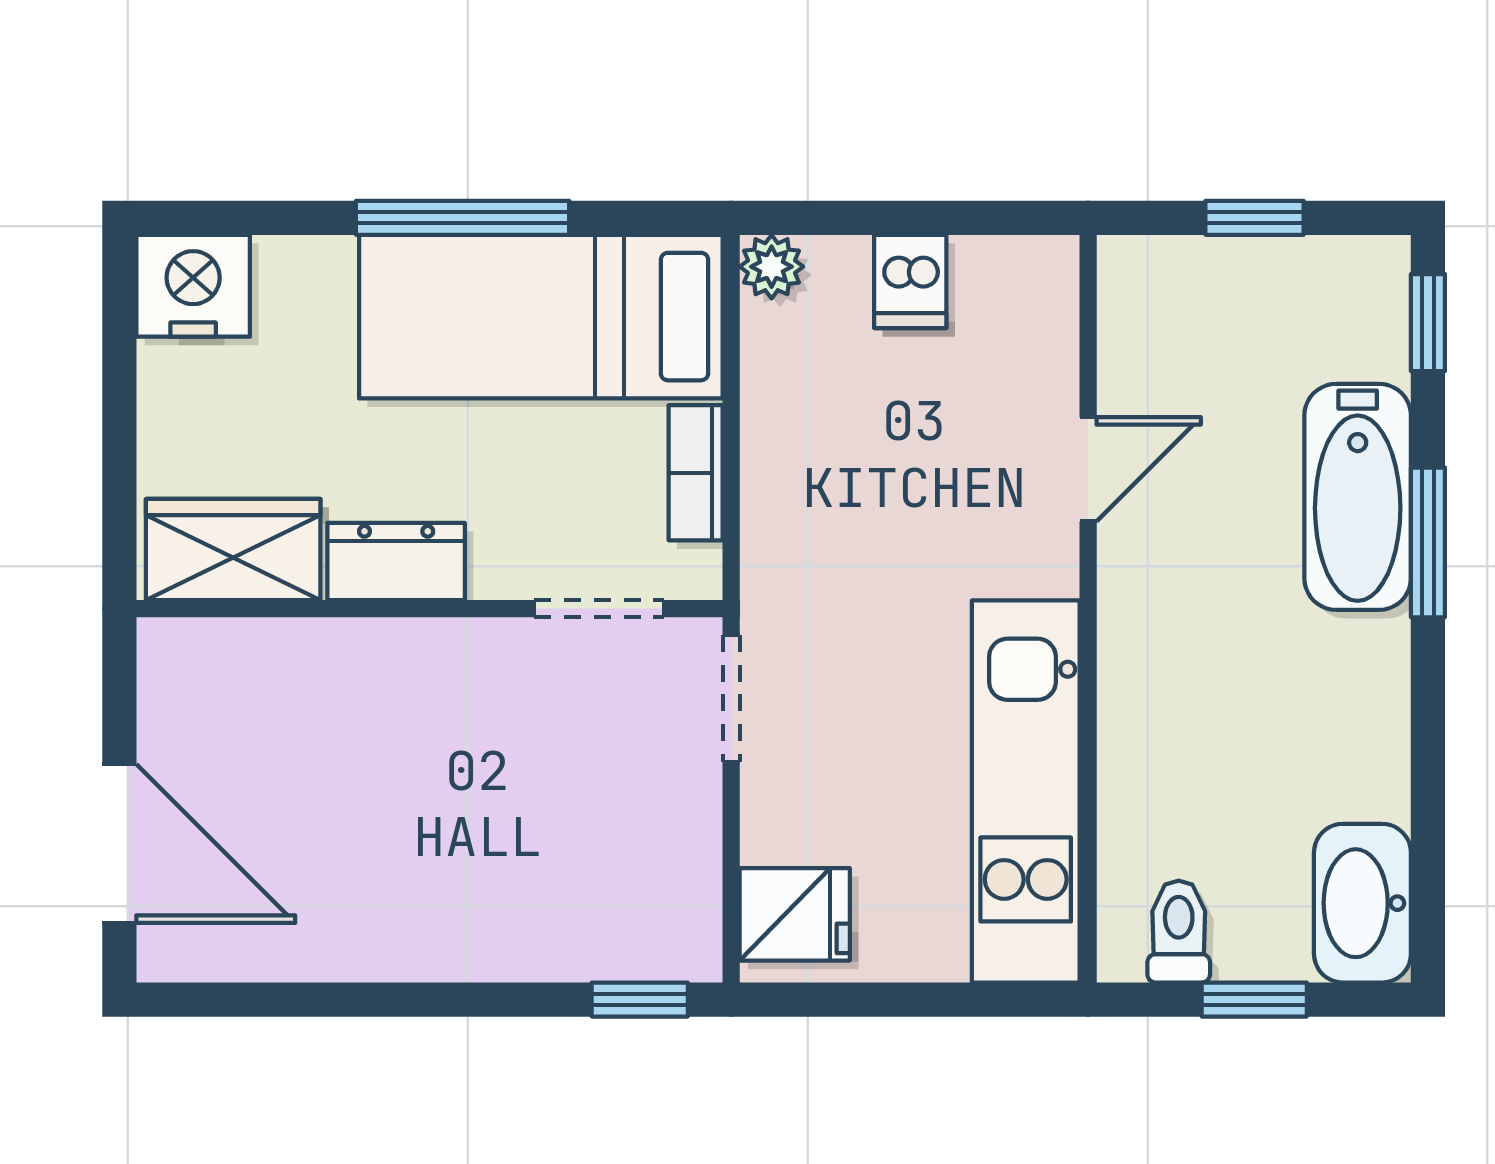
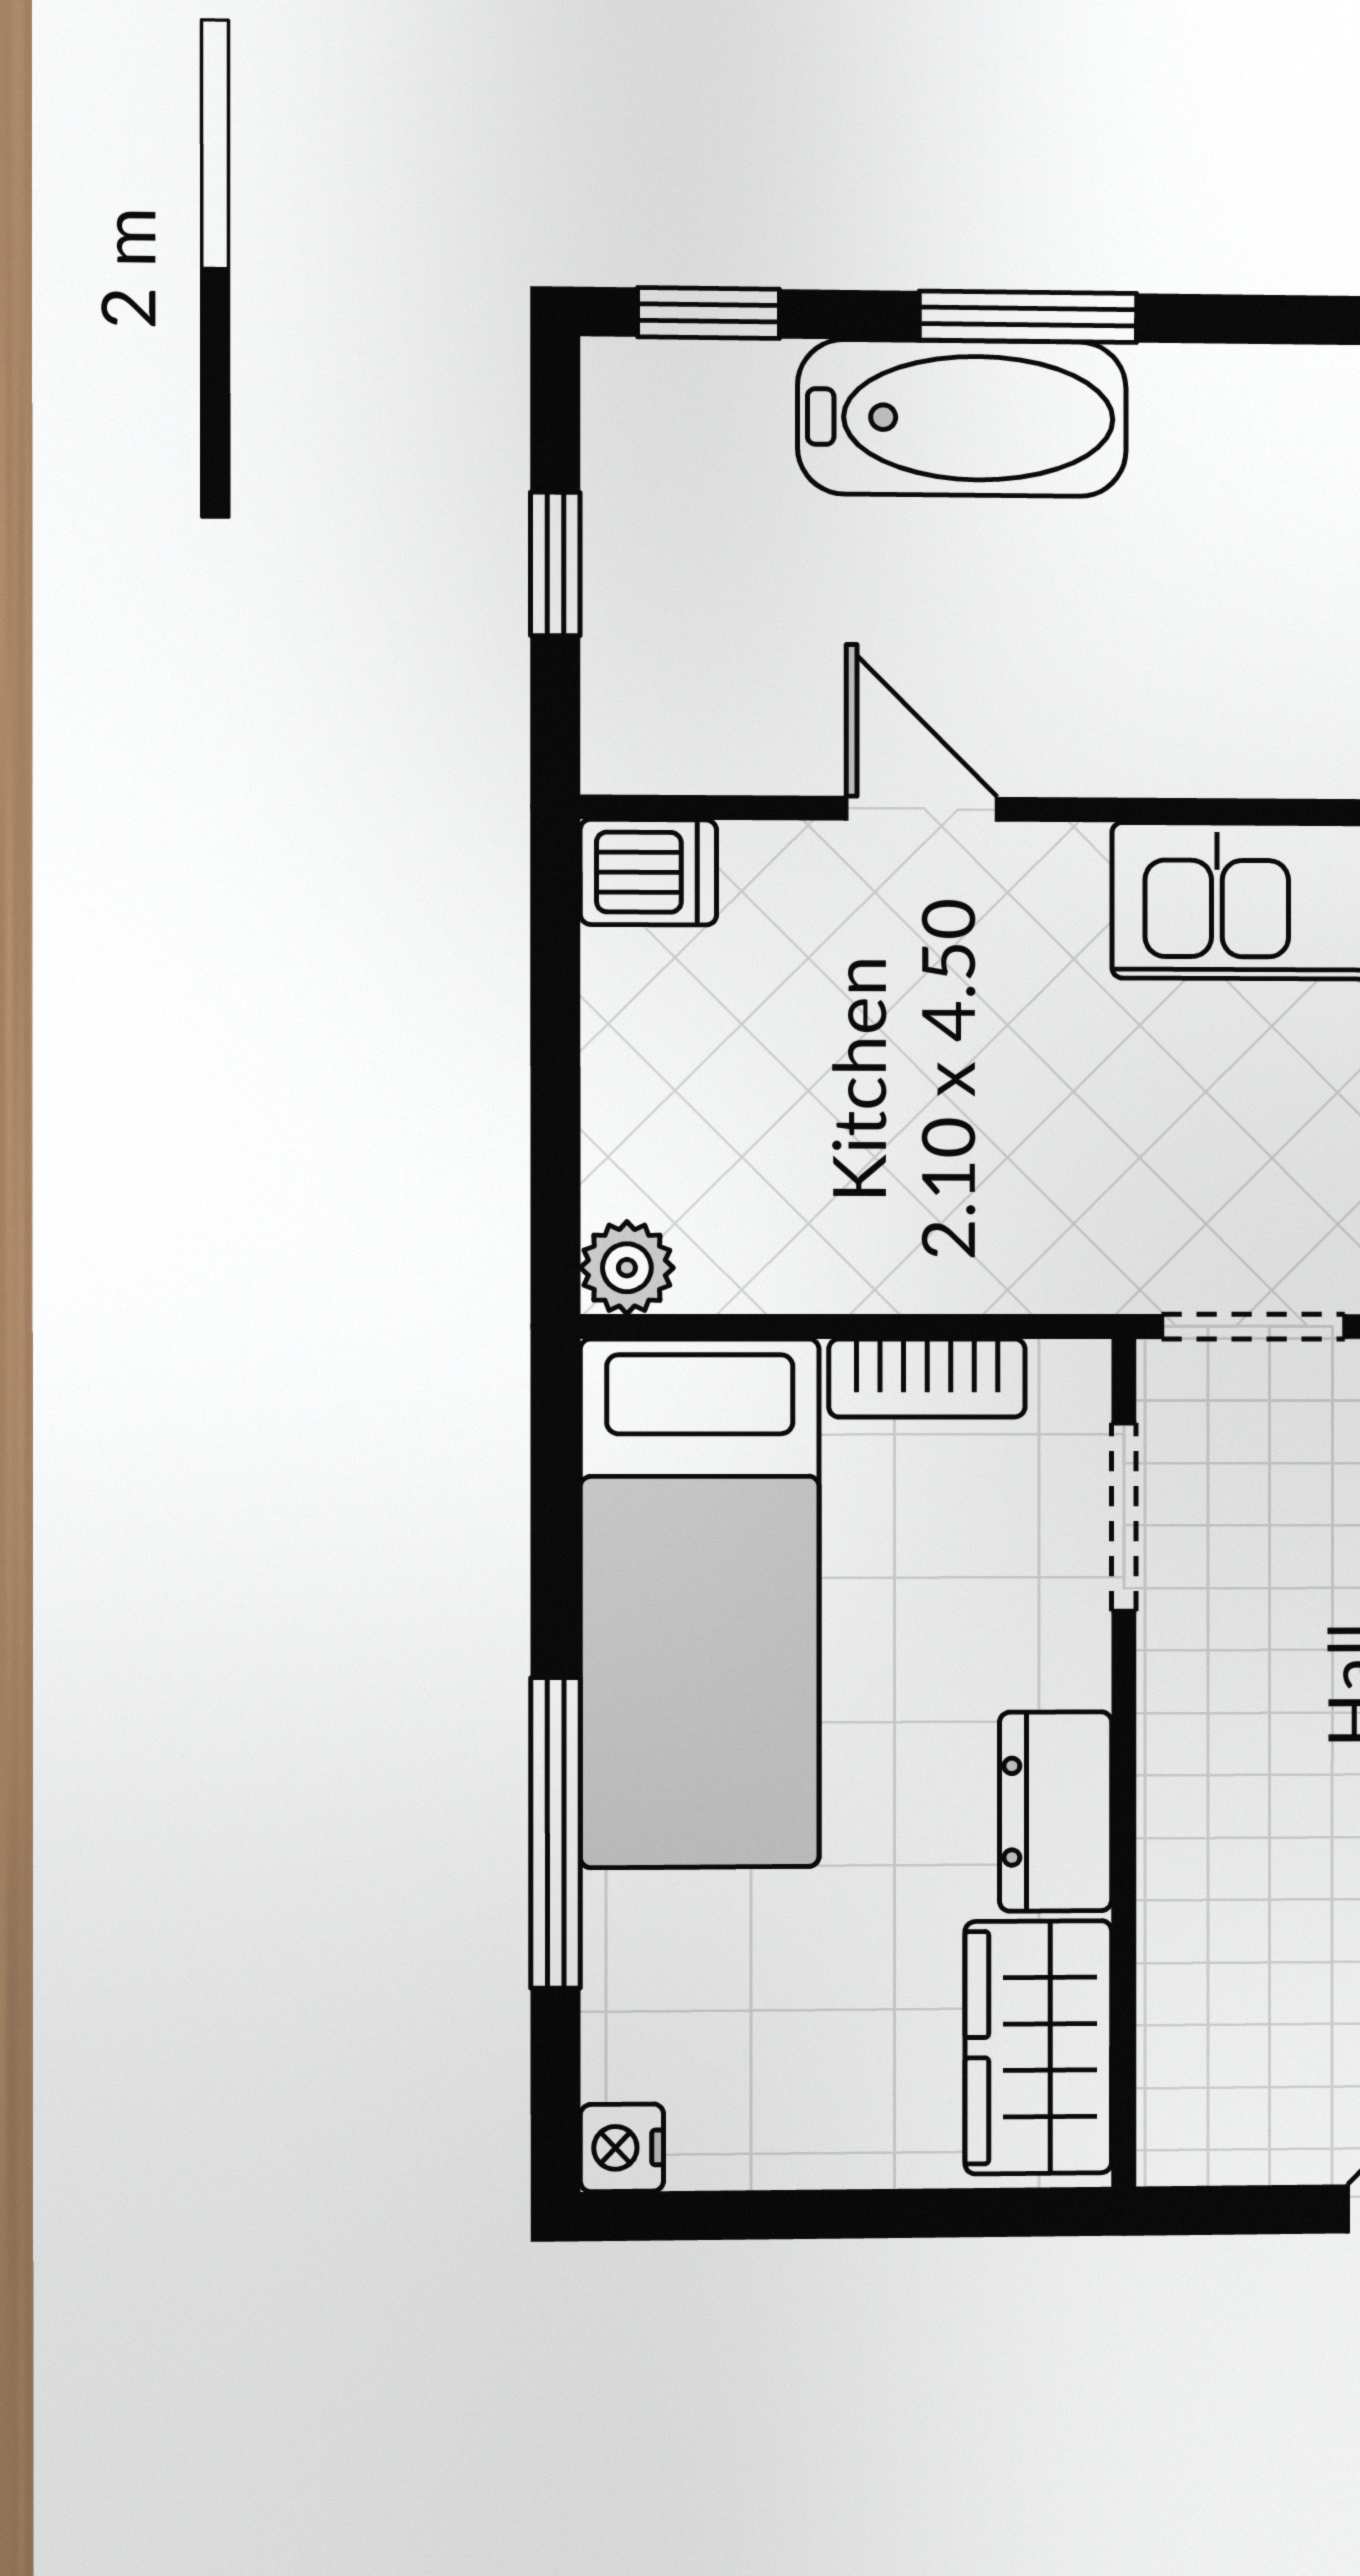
window: (463, 218) -> (556, 1833), moved
dishwasher: (910, 281) -> (648, 872), moved
nightstand: (193, 286) -> (622, 2148), width x0.53, depth x0.56

